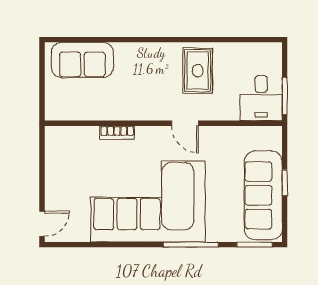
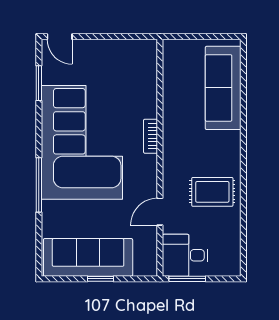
sofa: (82, 60) -> (223, 88), width x1.36
door: (185, 123) -> (160, 212), moved
bookcase: (117, 133) -> (151, 136), moved
window: (255, 245) -> (39, 83), moved

